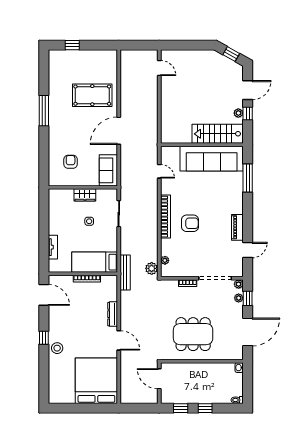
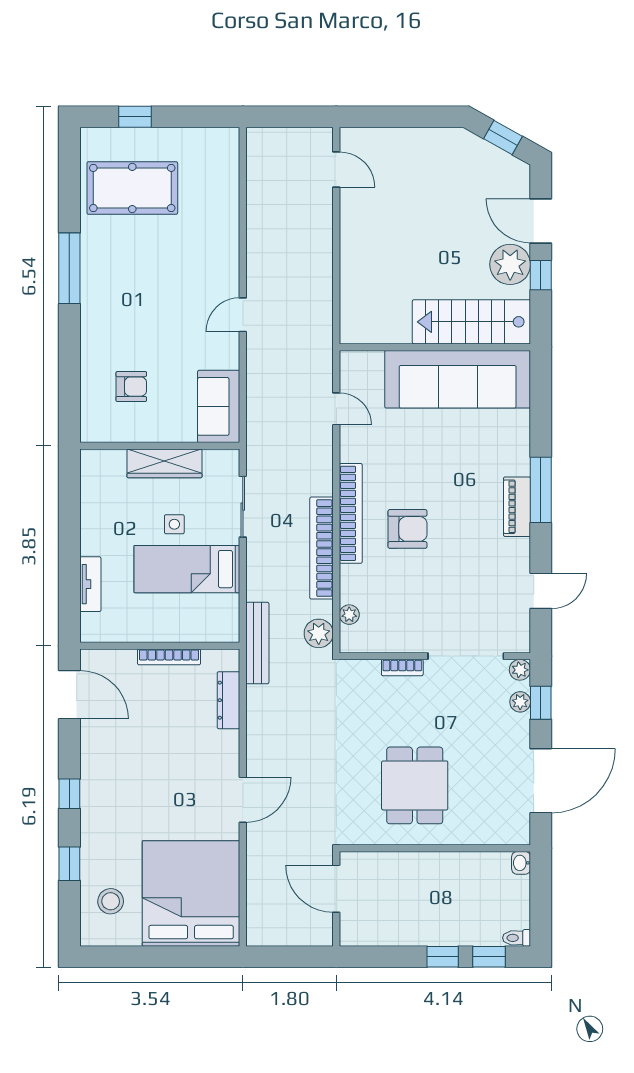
door: (248, 90) -> (541, 221), swing flipped
pool table: (92, 95) -> (132, 188), moved
plant: (238, 113) -> (510, 264), width x1.88, depth x1.88
door: (119, 131) -> (243, 315), width x0.53
armchair: (71, 162) -> (131, 387), turned 90
window: (248, 178) -> (541, 490), moved
wardrobe: (85, 195) -> (164, 463), width x1.50
piano: (237, 227) -> (517, 507), moved
bookcase: (153, 232) -> (322, 548), added
bed: (95, 262) -> (187, 569), moved
dresser: (113, 314) -> (228, 700), moved
dining table: (193, 334) -> (415, 785), width x0.73
door: (119, 340) -> (243, 800), hinge flipped
stool: (57, 348) -> (111, 901), moved
window: (44, 368) -> (69, 864), added
window: (181, 408) -> (489, 957), moved

